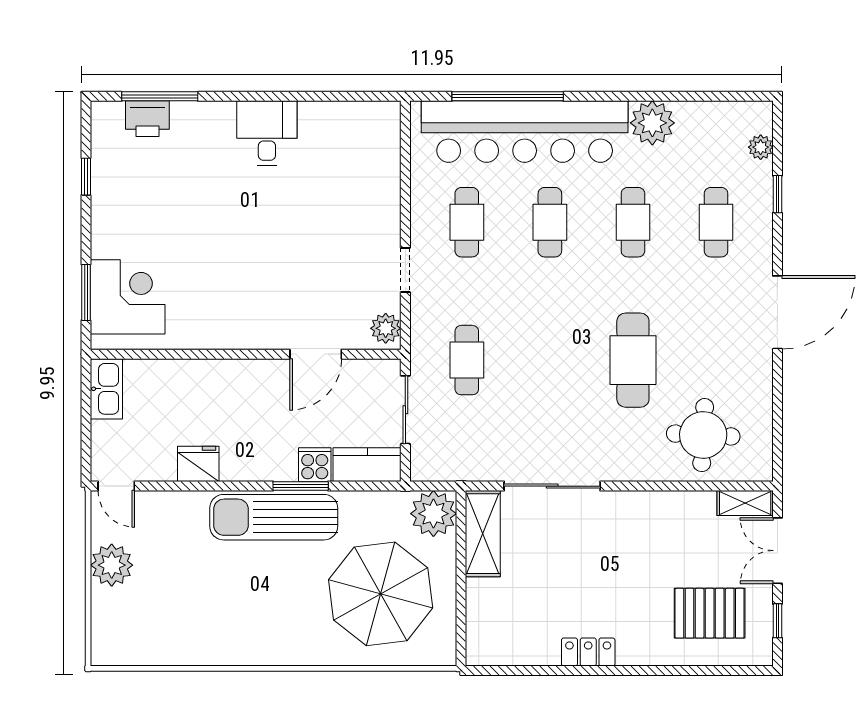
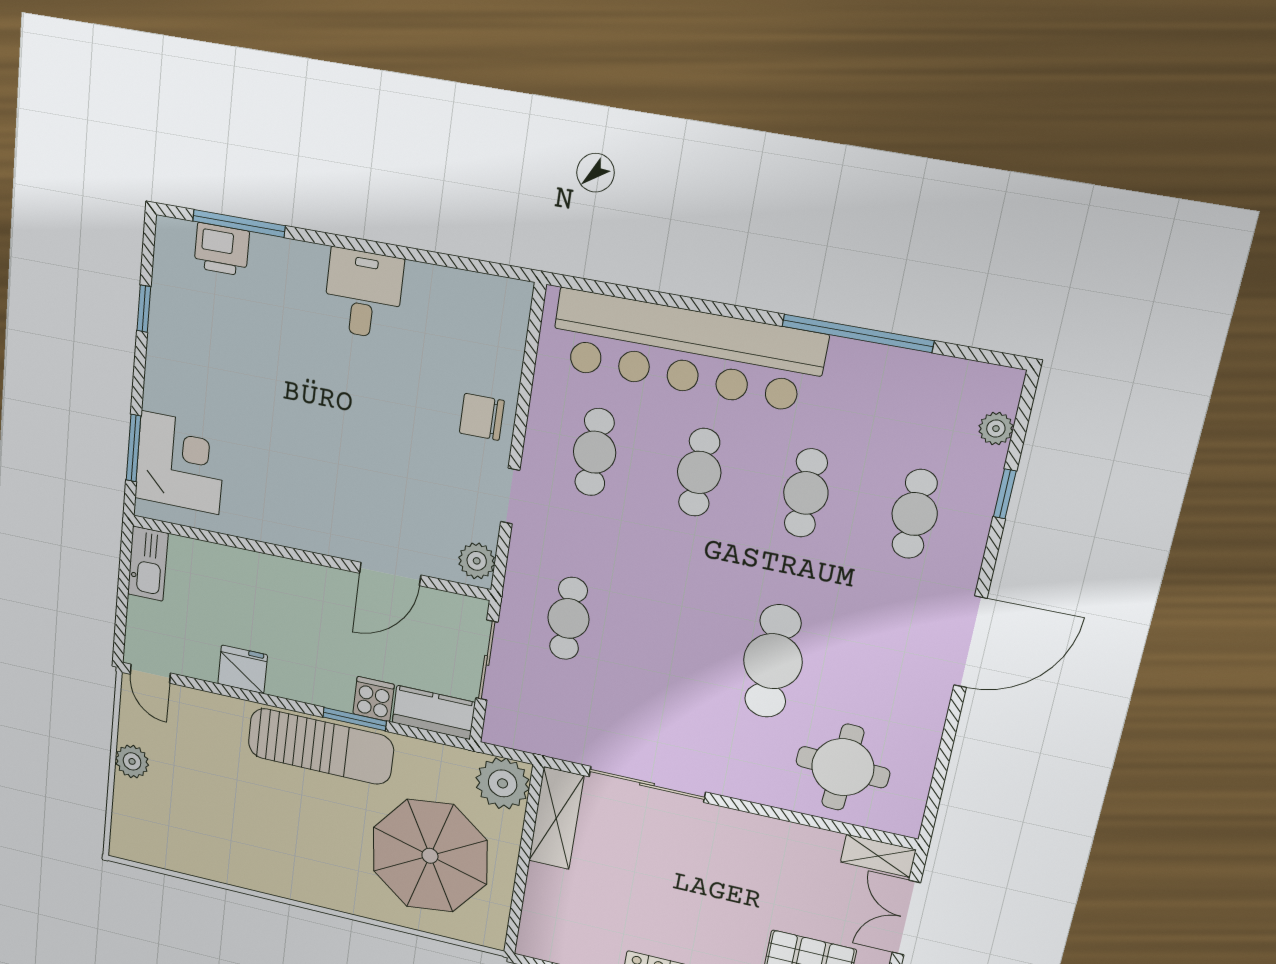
window: (508, 96) -> (858, 333), moved
plant: (652, 123) -> (857, 370), removed
chair: (374, 212) -> (482, 417), added
sun lounger: (274, 517) -> (321, 746), turned 180
plant: (112, 565) -> (132, 761), width x0.73, depth x0.73

